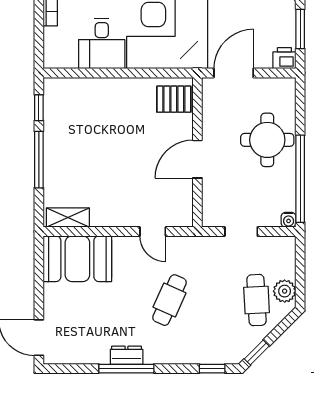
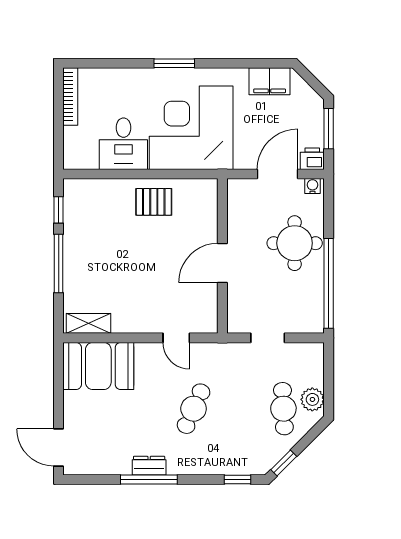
door: (234, 73) -> (278, 174), moved
pallet: (174, 99) -> (154, 202), moved
water cooler: (289, 220) -> (312, 186), moved, turned 180

